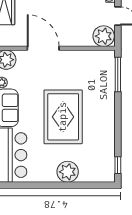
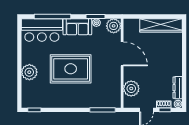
plant: (104, 36) -> (131, 88), moved
door: (43, 48) -> (122, 54), hinge flipped

